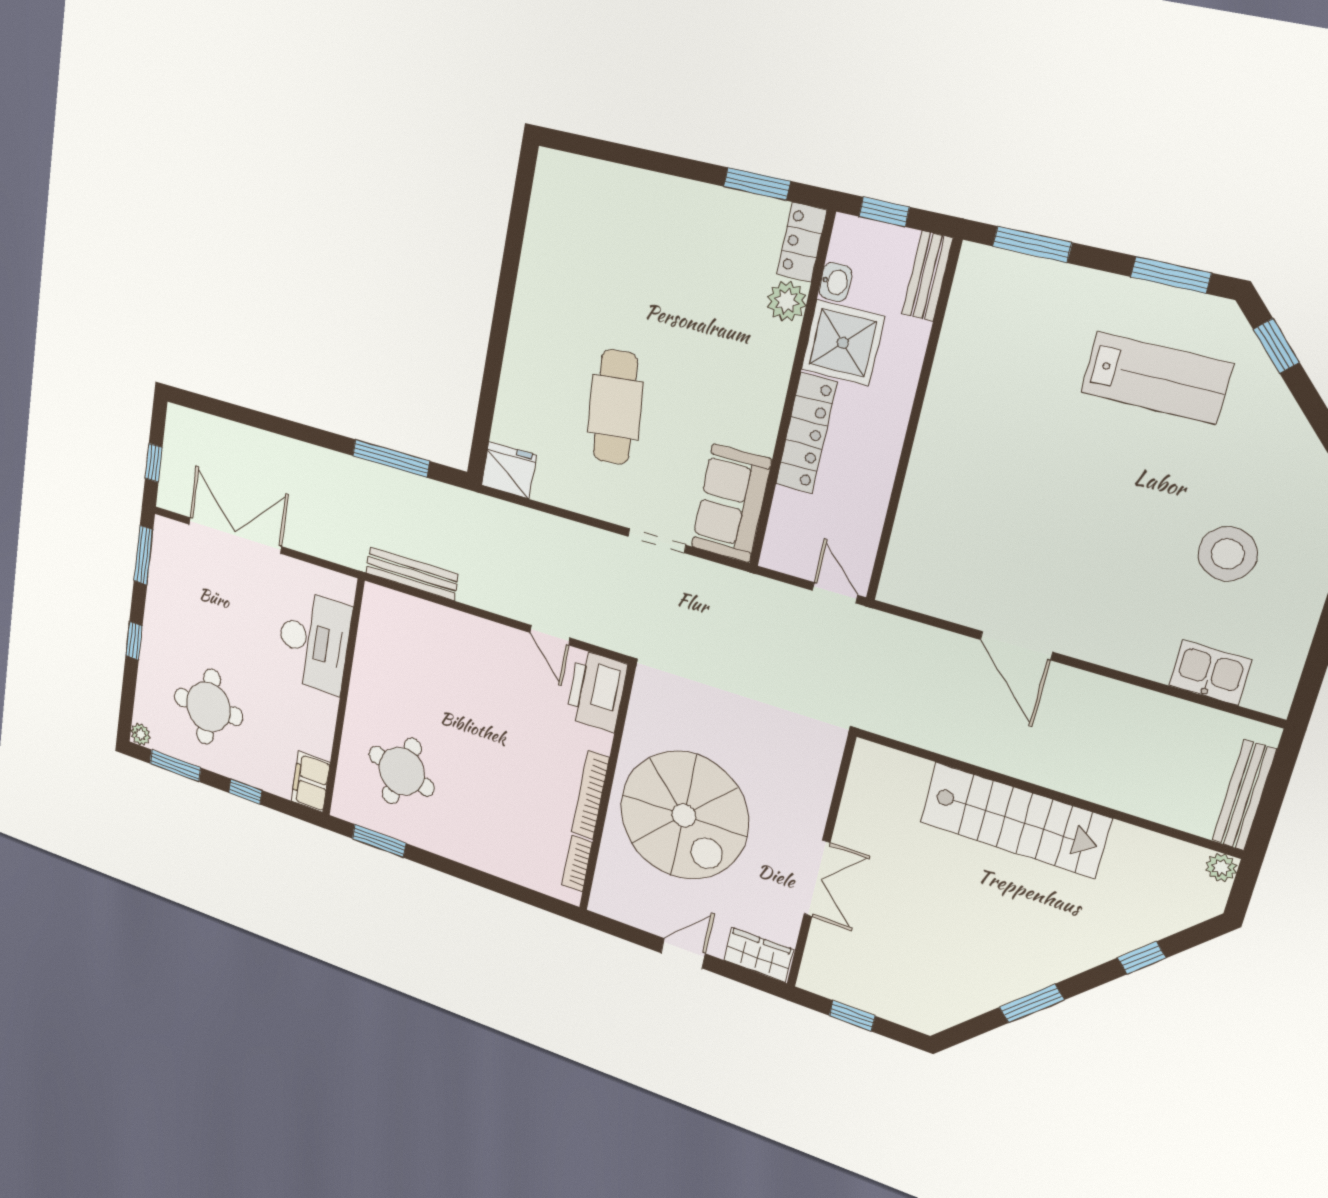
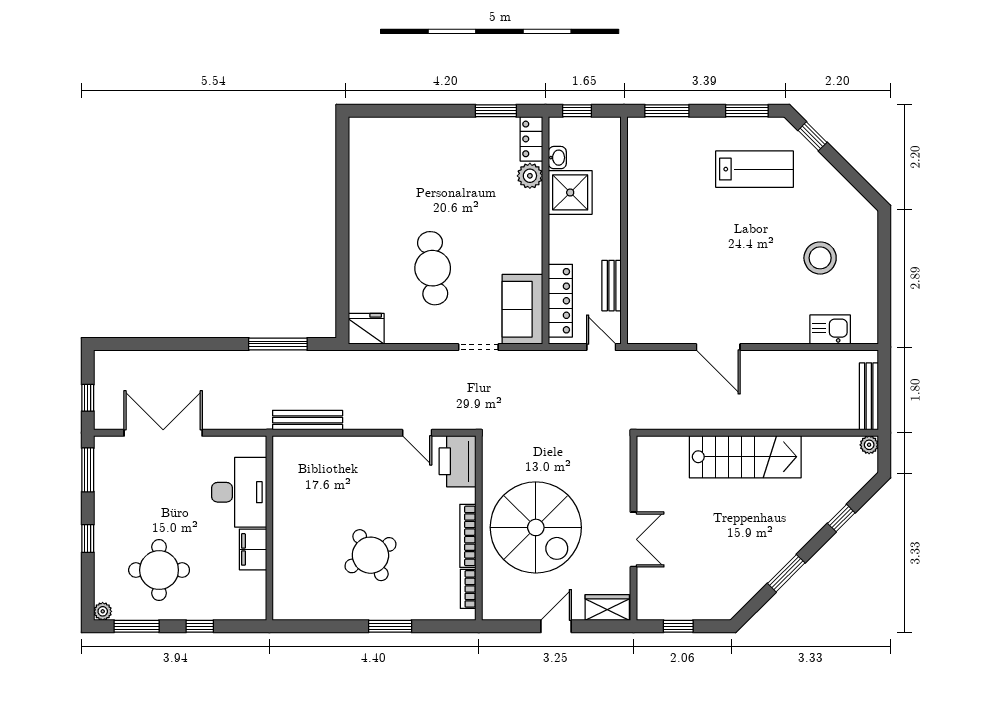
bench: (928, 276) -> (612, 286), moved
locker: (806, 433) -> (560, 301), moved
round table: (402, 771) -> (370, 555), moved, turned 45
filing cabinet: (311, 782) -> (253, 549), moved
window: (379, 841) -> (390, 626), moved

